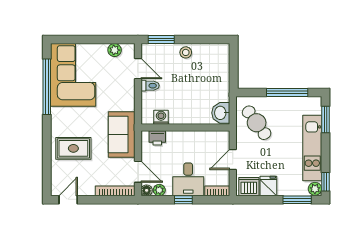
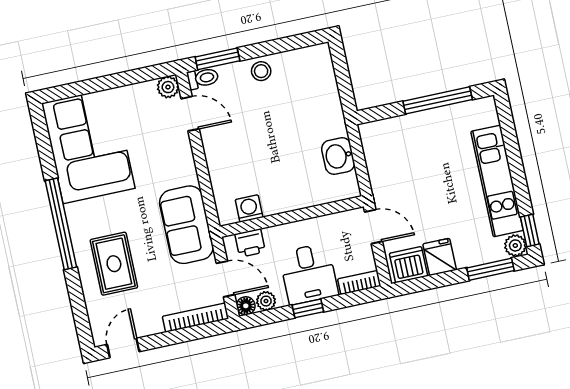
plant: (115, 50) -> (168, 87), moved
toilet: (150, 86) -> (203, 78), moved
window: (47, 87) -> (61, 224), moved
washing machine: (161, 117) -> (249, 208), moved
window: (325, 120) -> (508, 131), removed
cafe table: (257, 123) -> (399, 160), removed
wall: (185, 127) -> (292, 217), moved
printer: (157, 138) -> (250, 243), moved
rug: (73, 148) -> (114, 264), turned 90
door: (233, 159) -> (374, 227), swing flipped

